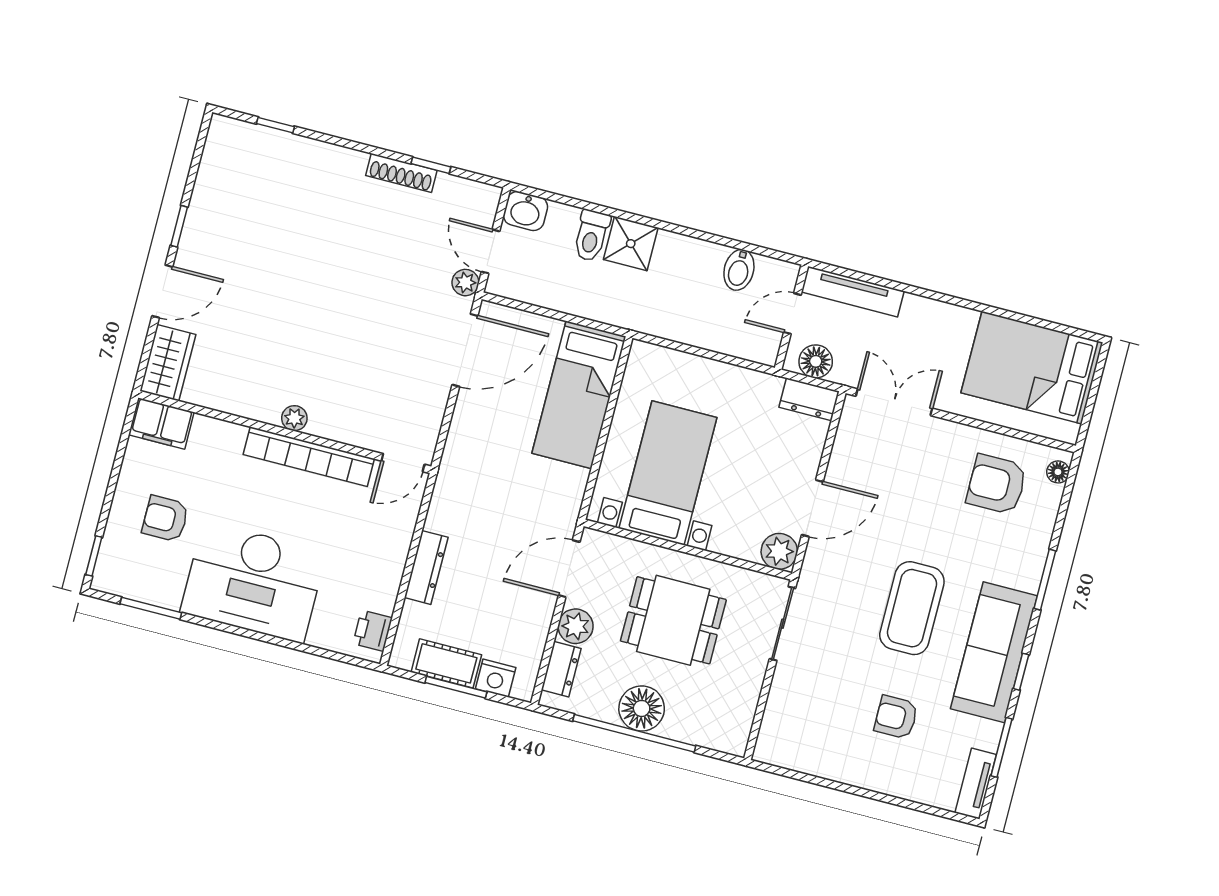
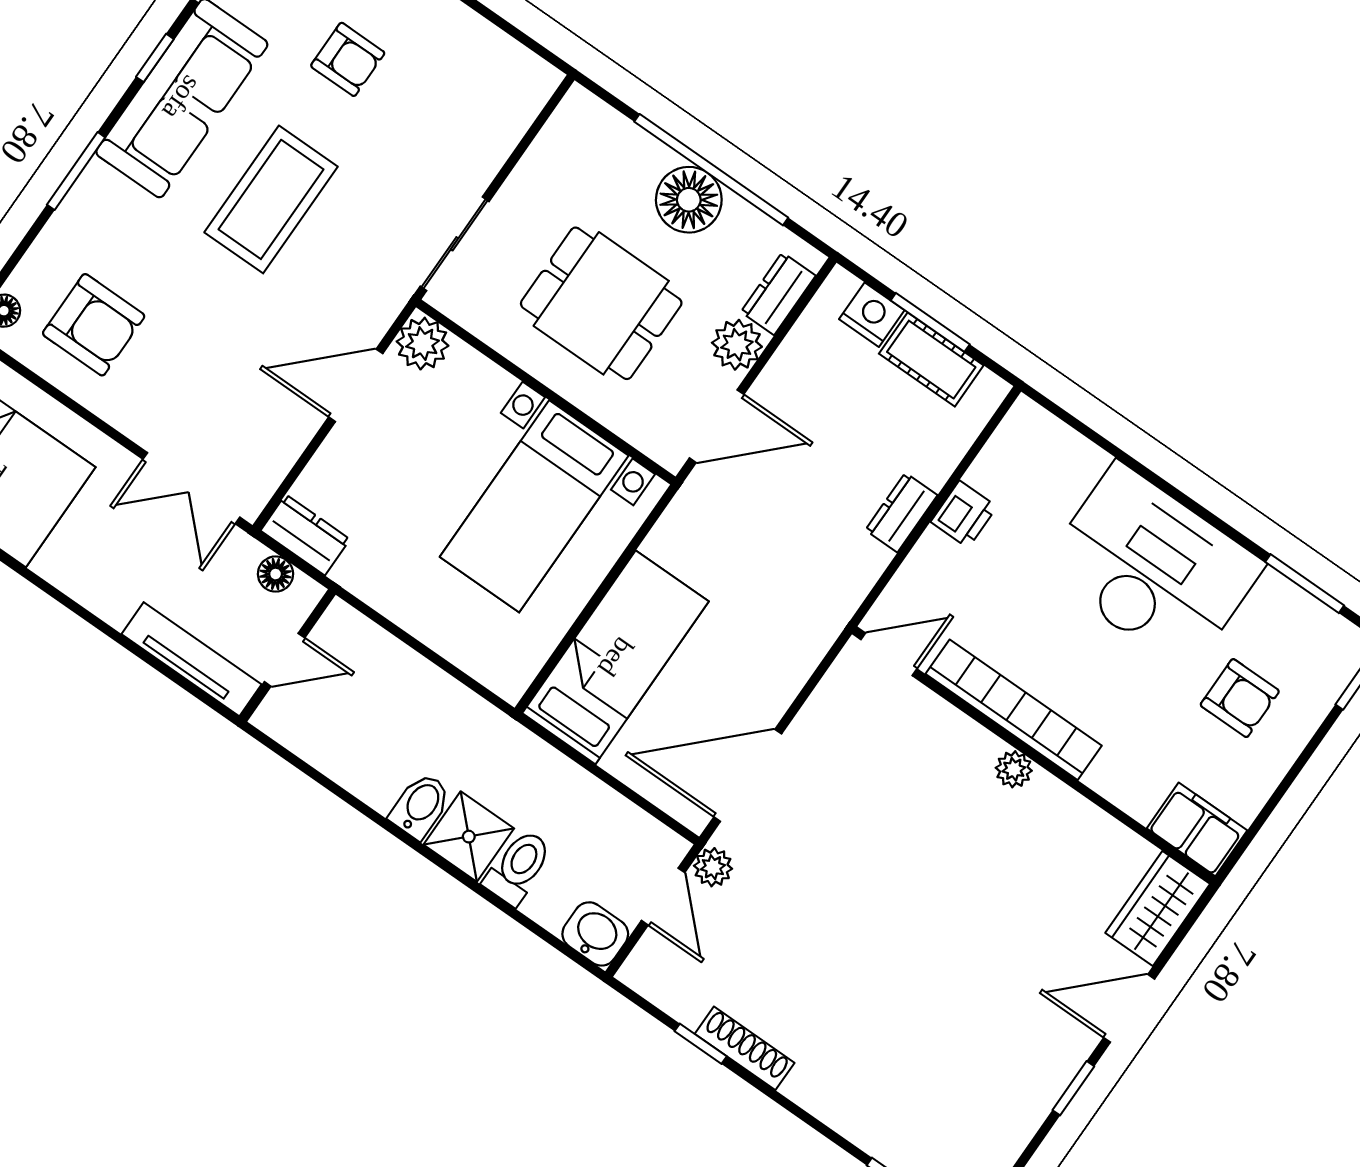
bidet: (739, 270) -> (420, 806), moved
floor lamp: (816, 361) -> (276, 574), width x0.73, depth x0.73
dresser: (426, 567) -> (901, 513), width x0.70
printer: (373, 631) -> (964, 514), moved

